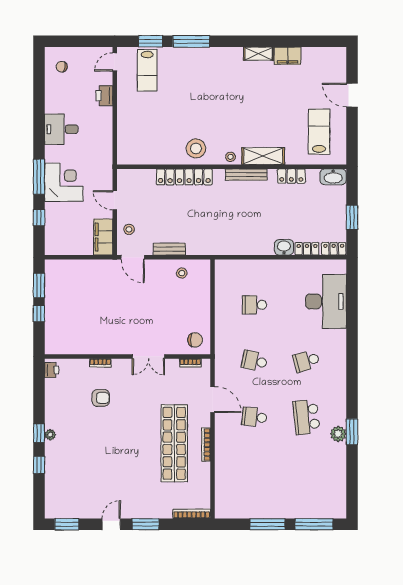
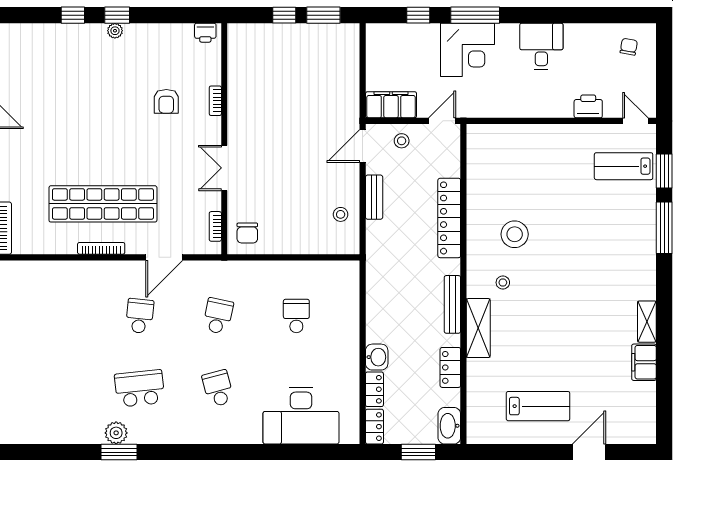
shelving: (263, 156) -> (478, 328), moved
wall: (232, 167) -> (463, 284), moved
bench: (246, 175) -> (452, 304), moved
locker: (291, 176) -> (450, 367), moved
locker: (184, 177) -> (449, 218), moved
washbasin: (333, 177) -> (449, 426), moved

